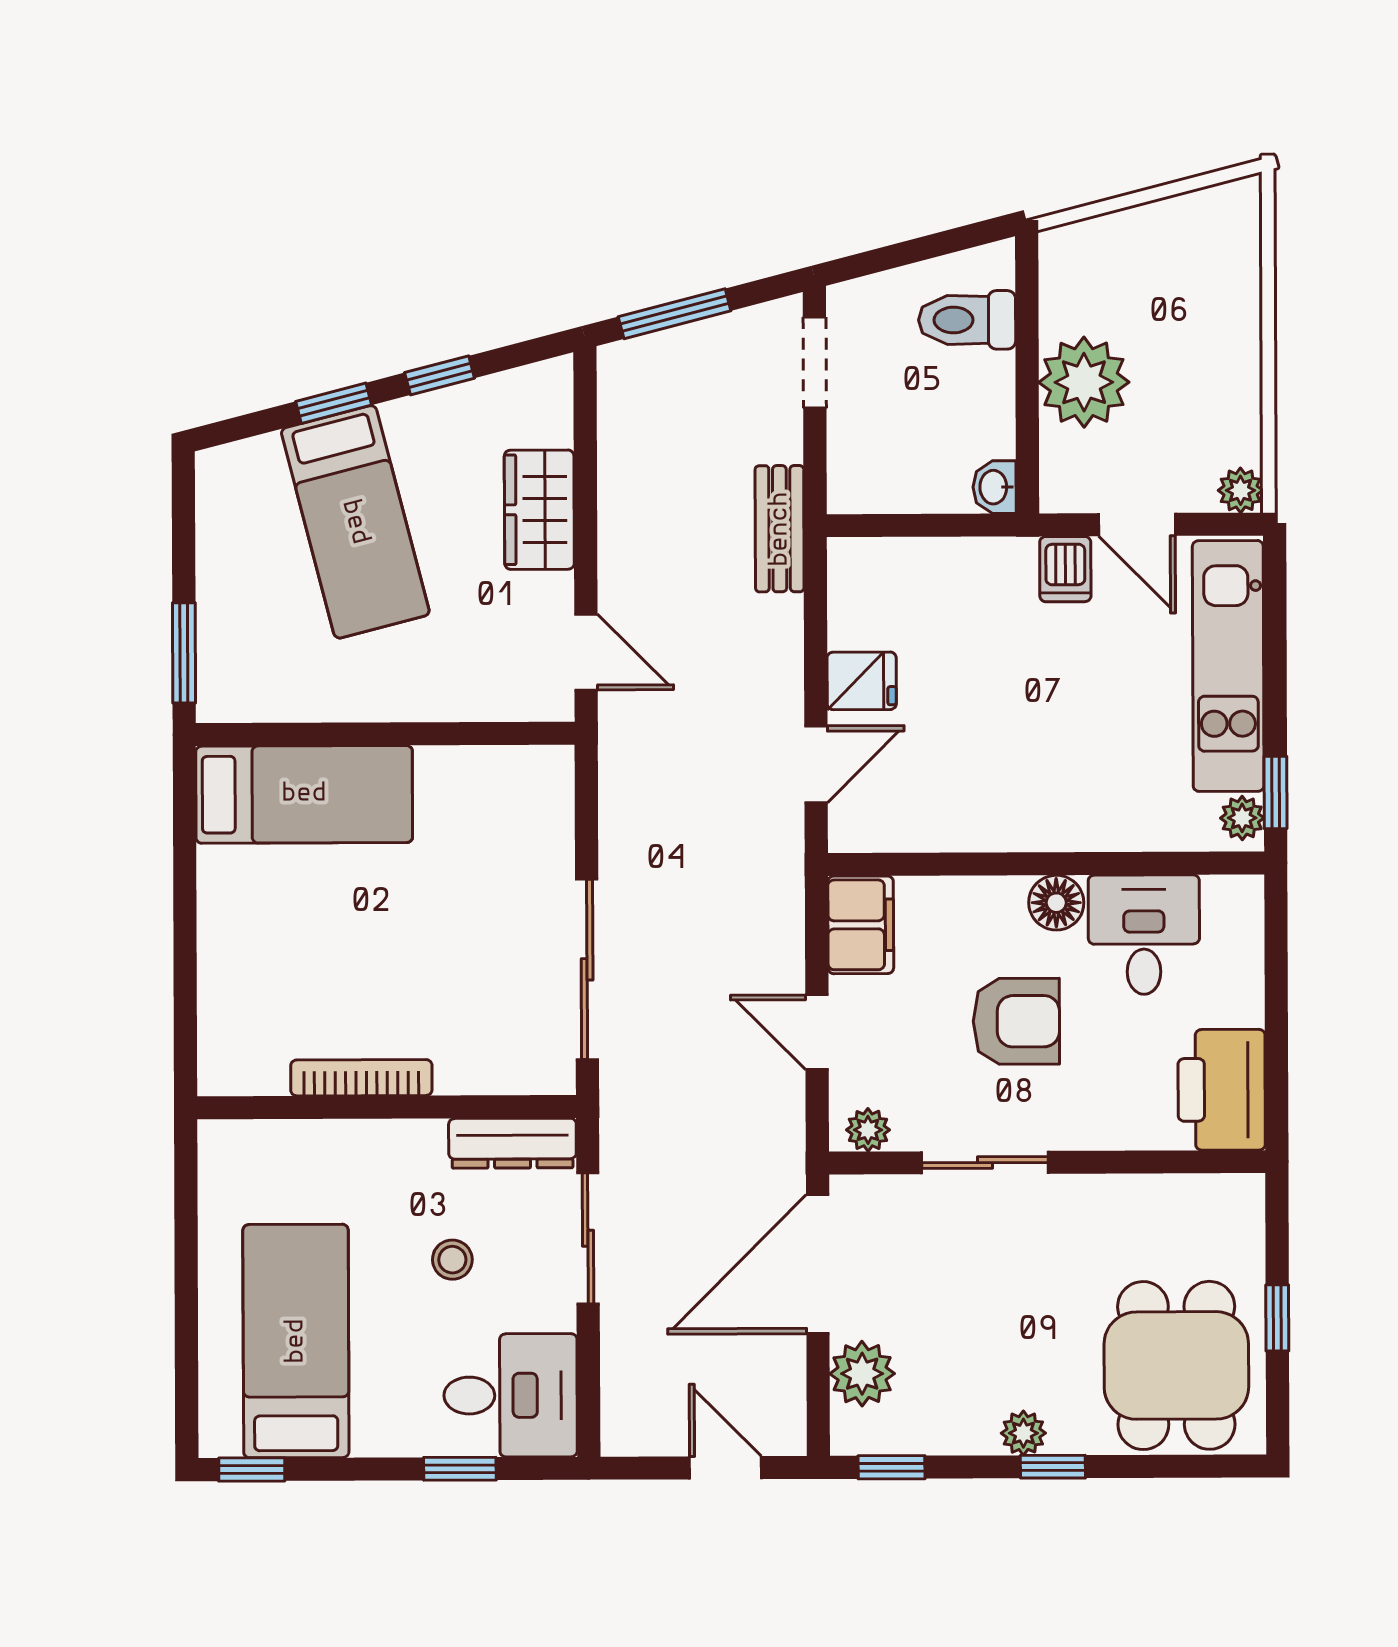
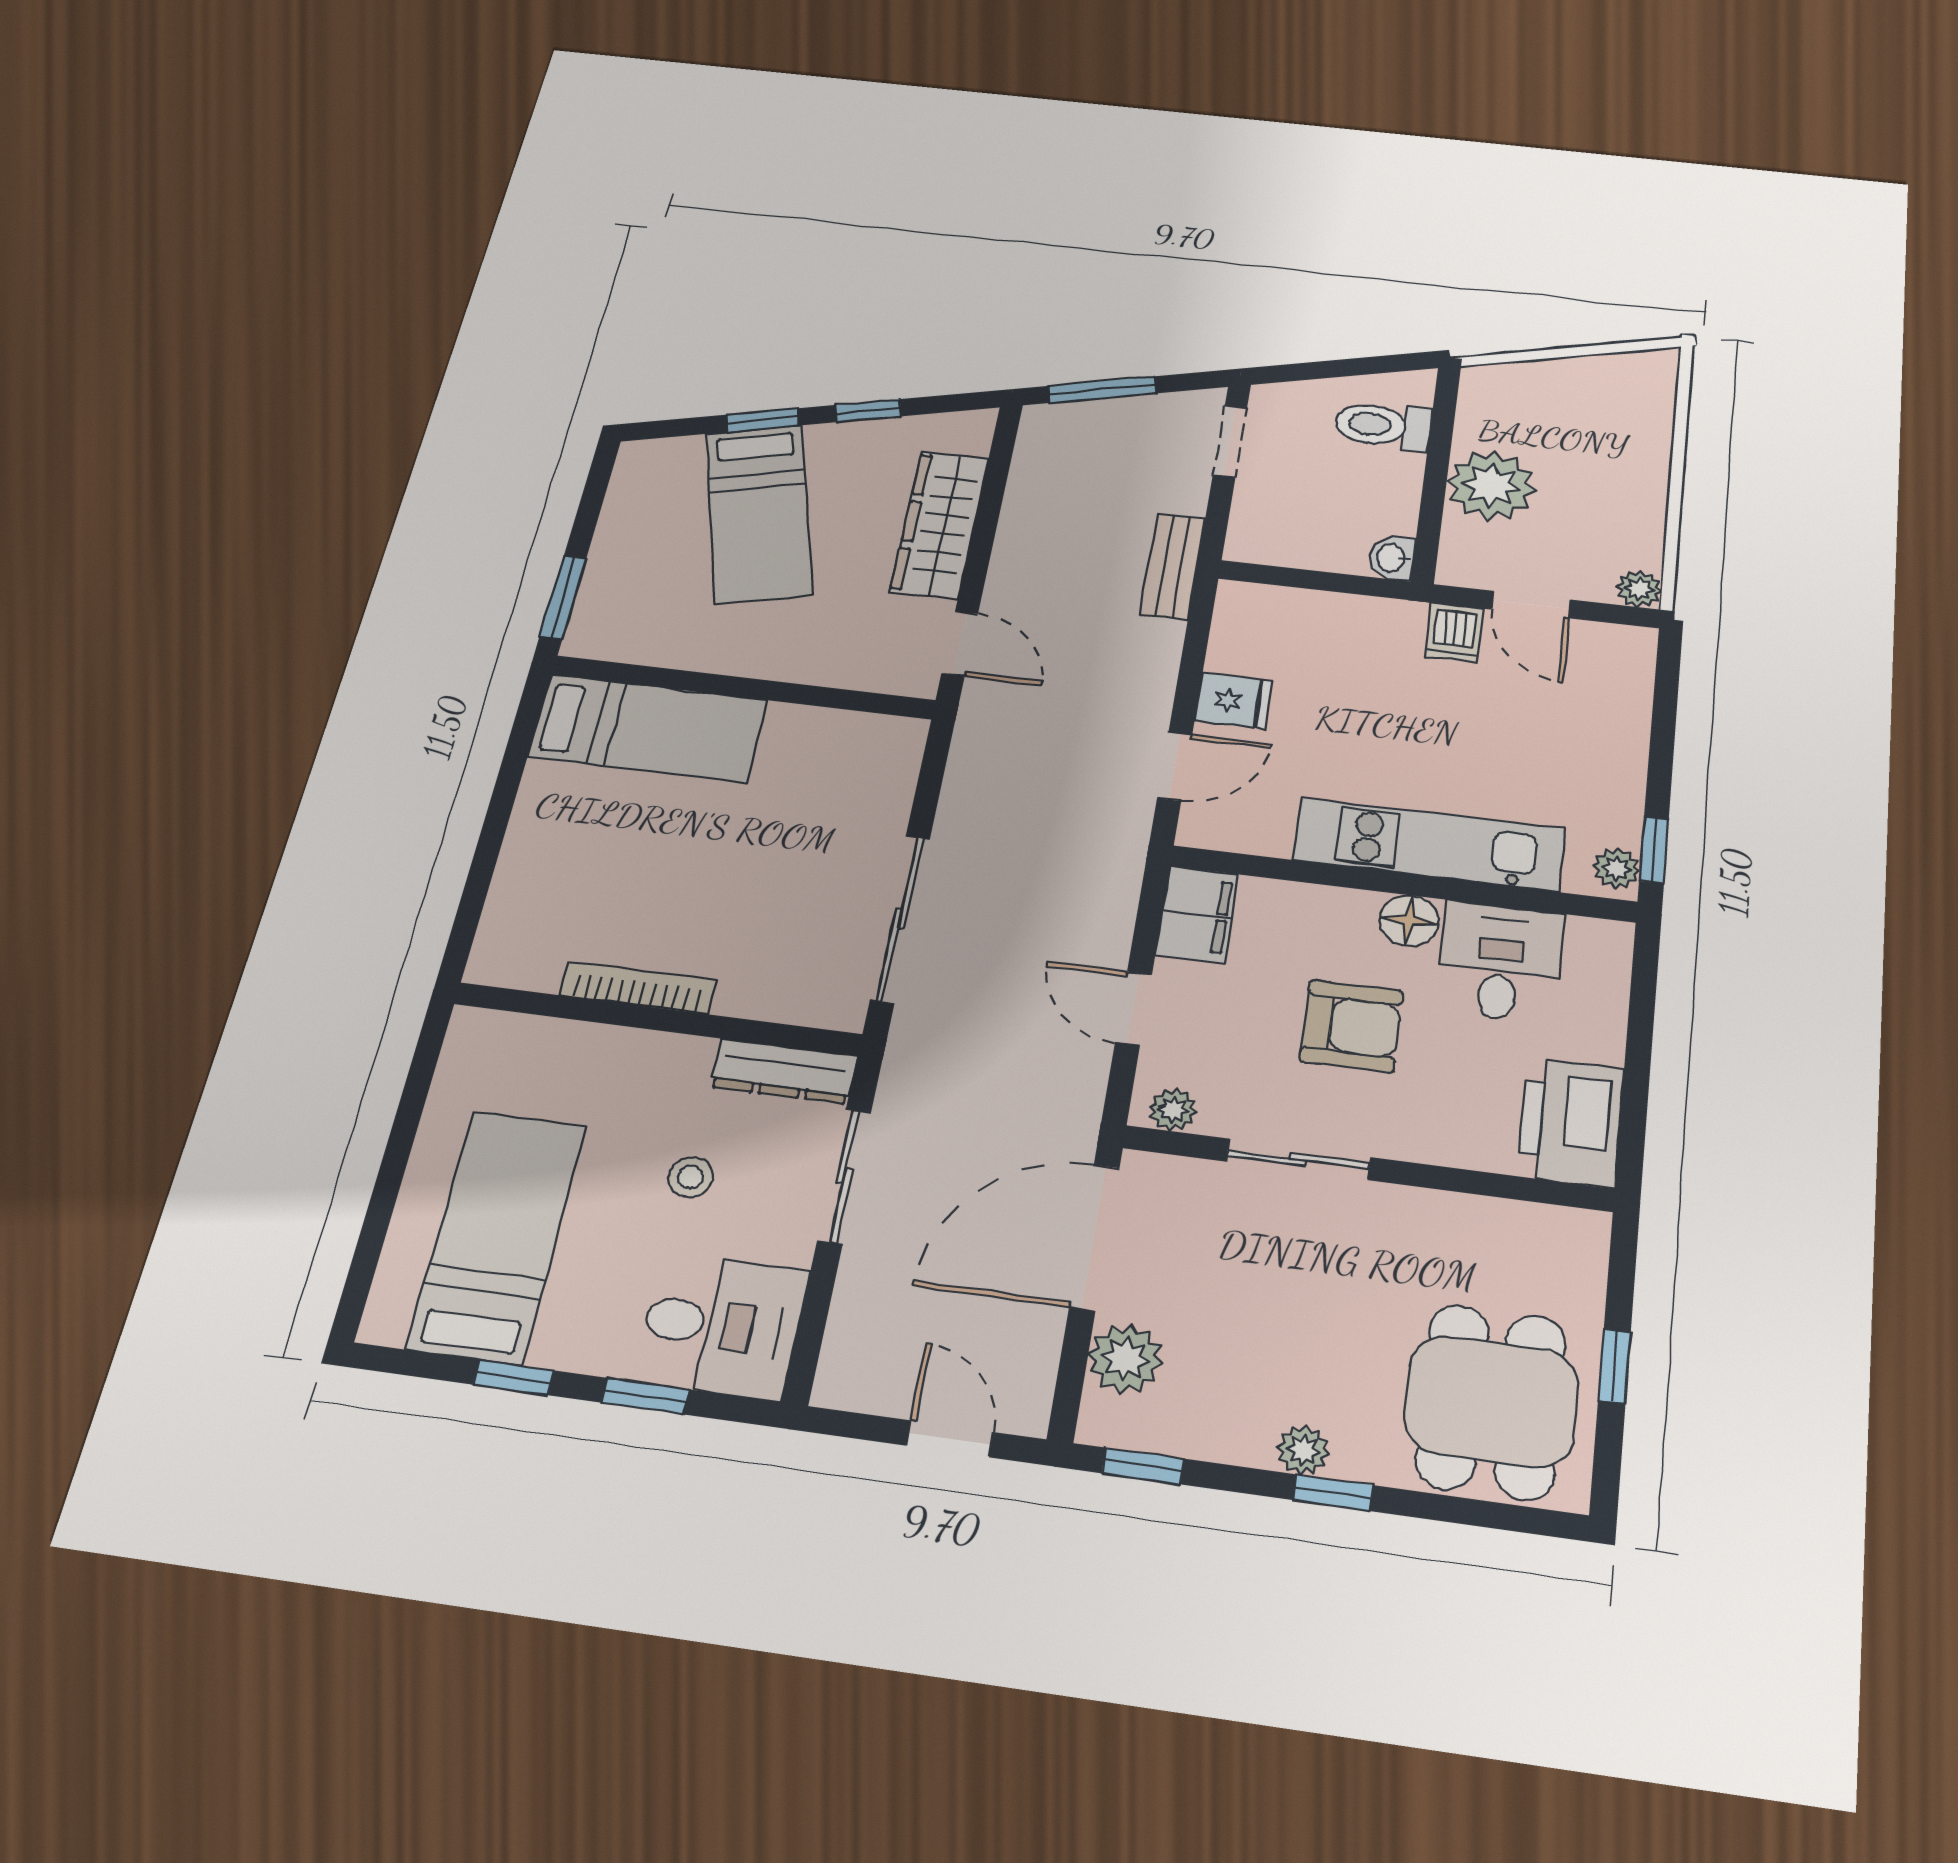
wardrobe: (539, 510) -> (940, 524), width x1.50
kitchen unit: (1228, 666) -> (1429, 844), moved, turned 90
window: (252, 1469) -> (513, 1378), moved

